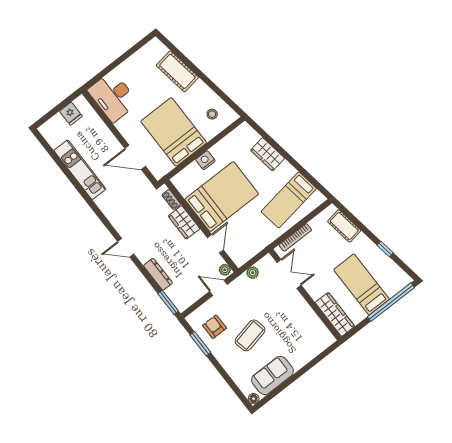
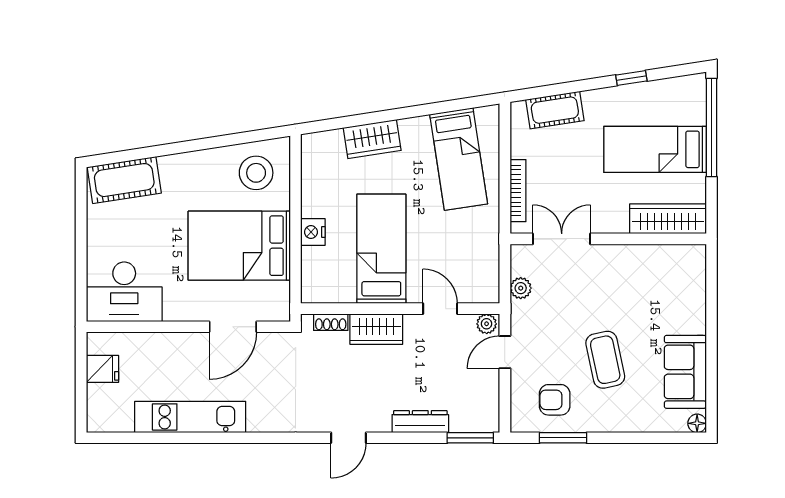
cot: (177, 71) -> (124, 180), moved
stool: (212, 114) -> (256, 173), width x1.89, depth x1.89
bed: (222, 197) -> (381, 249), width x0.67

